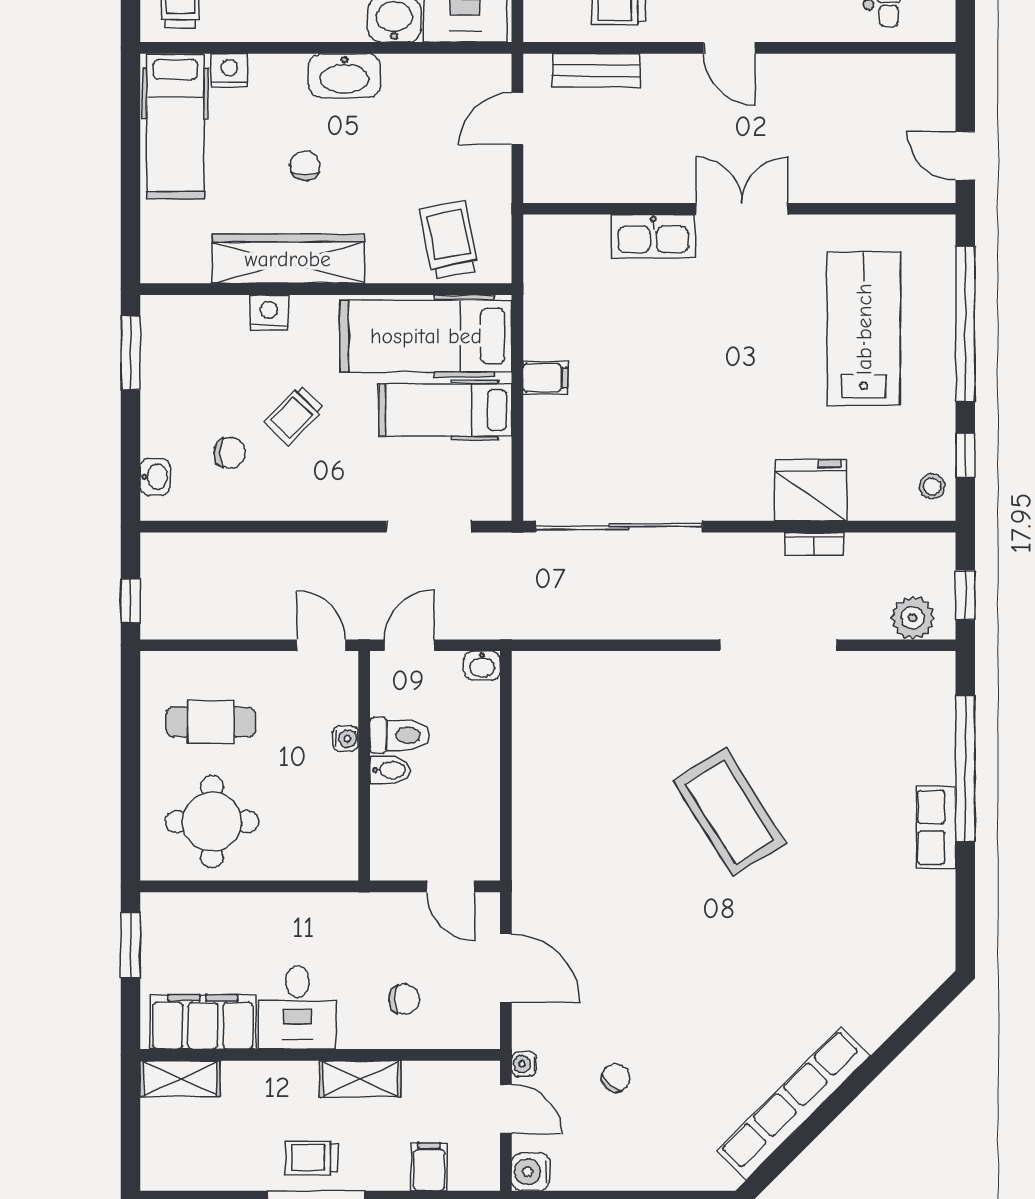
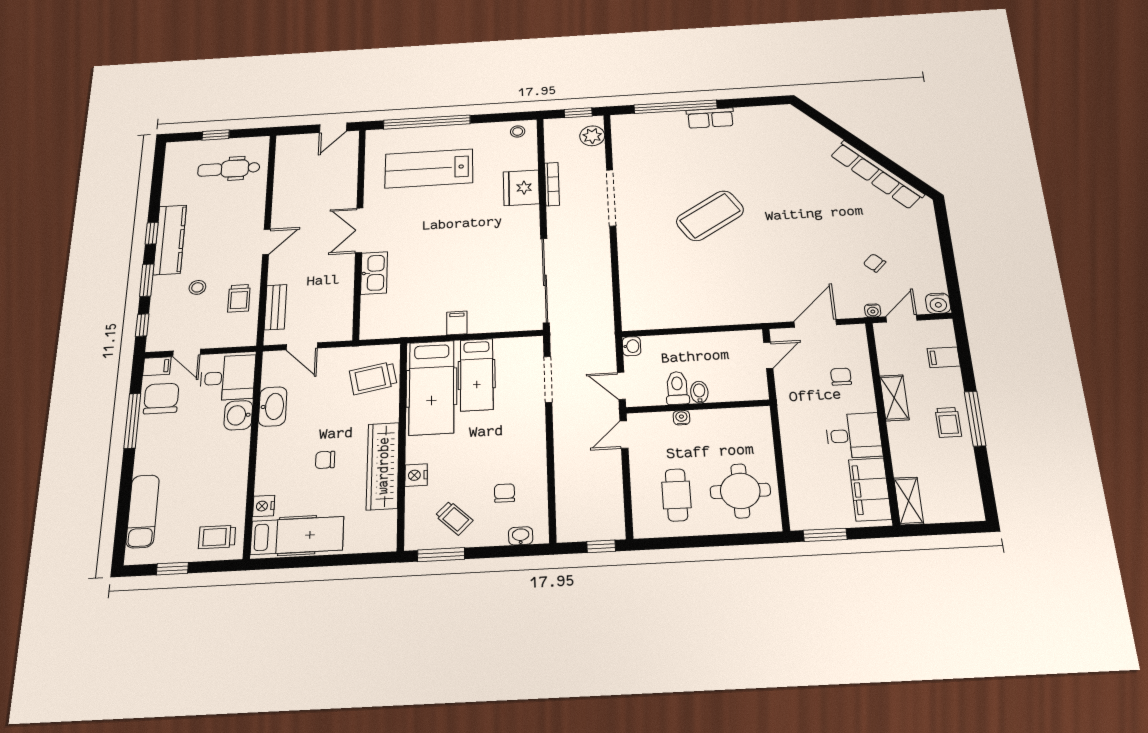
washbasin: (344, 76) -> (273, 406), moved
trolley: (294, 415) -> (454, 518), moved
window: (965, 455) -> (500, 118), removed
bookcase: (814, 544) -> (552, 184), width x1.56

